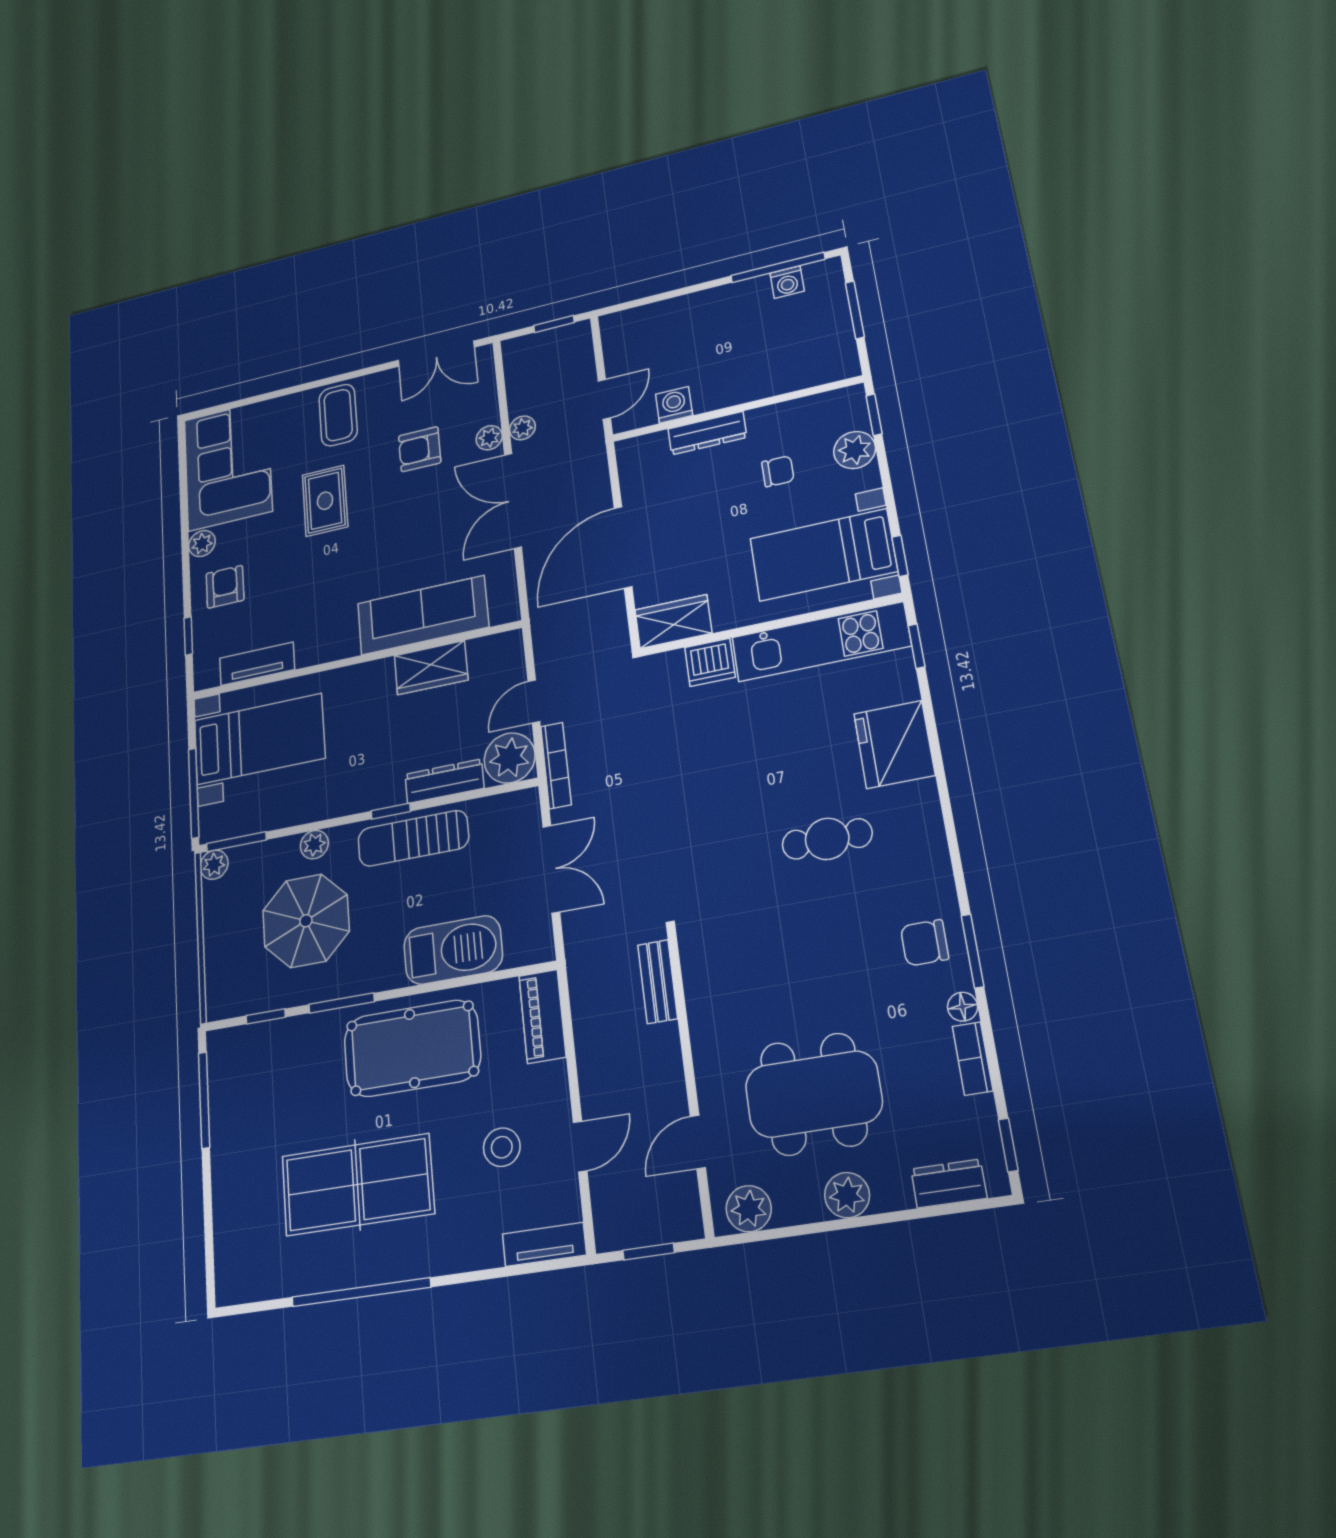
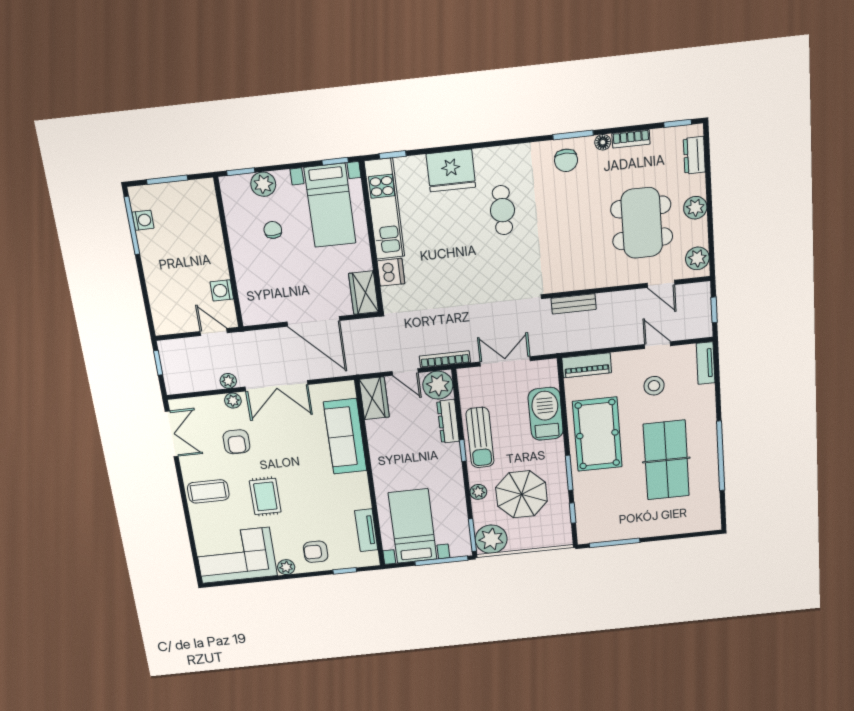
dresser: (707, 433) -> (243, 271), removed
rug: (325, 501) -> (265, 496), turned 90
wardrobe: (431, 668) -> (374, 398), moved
plant: (214, 865) -> (491, 539), width x1.88, depth x1.88

